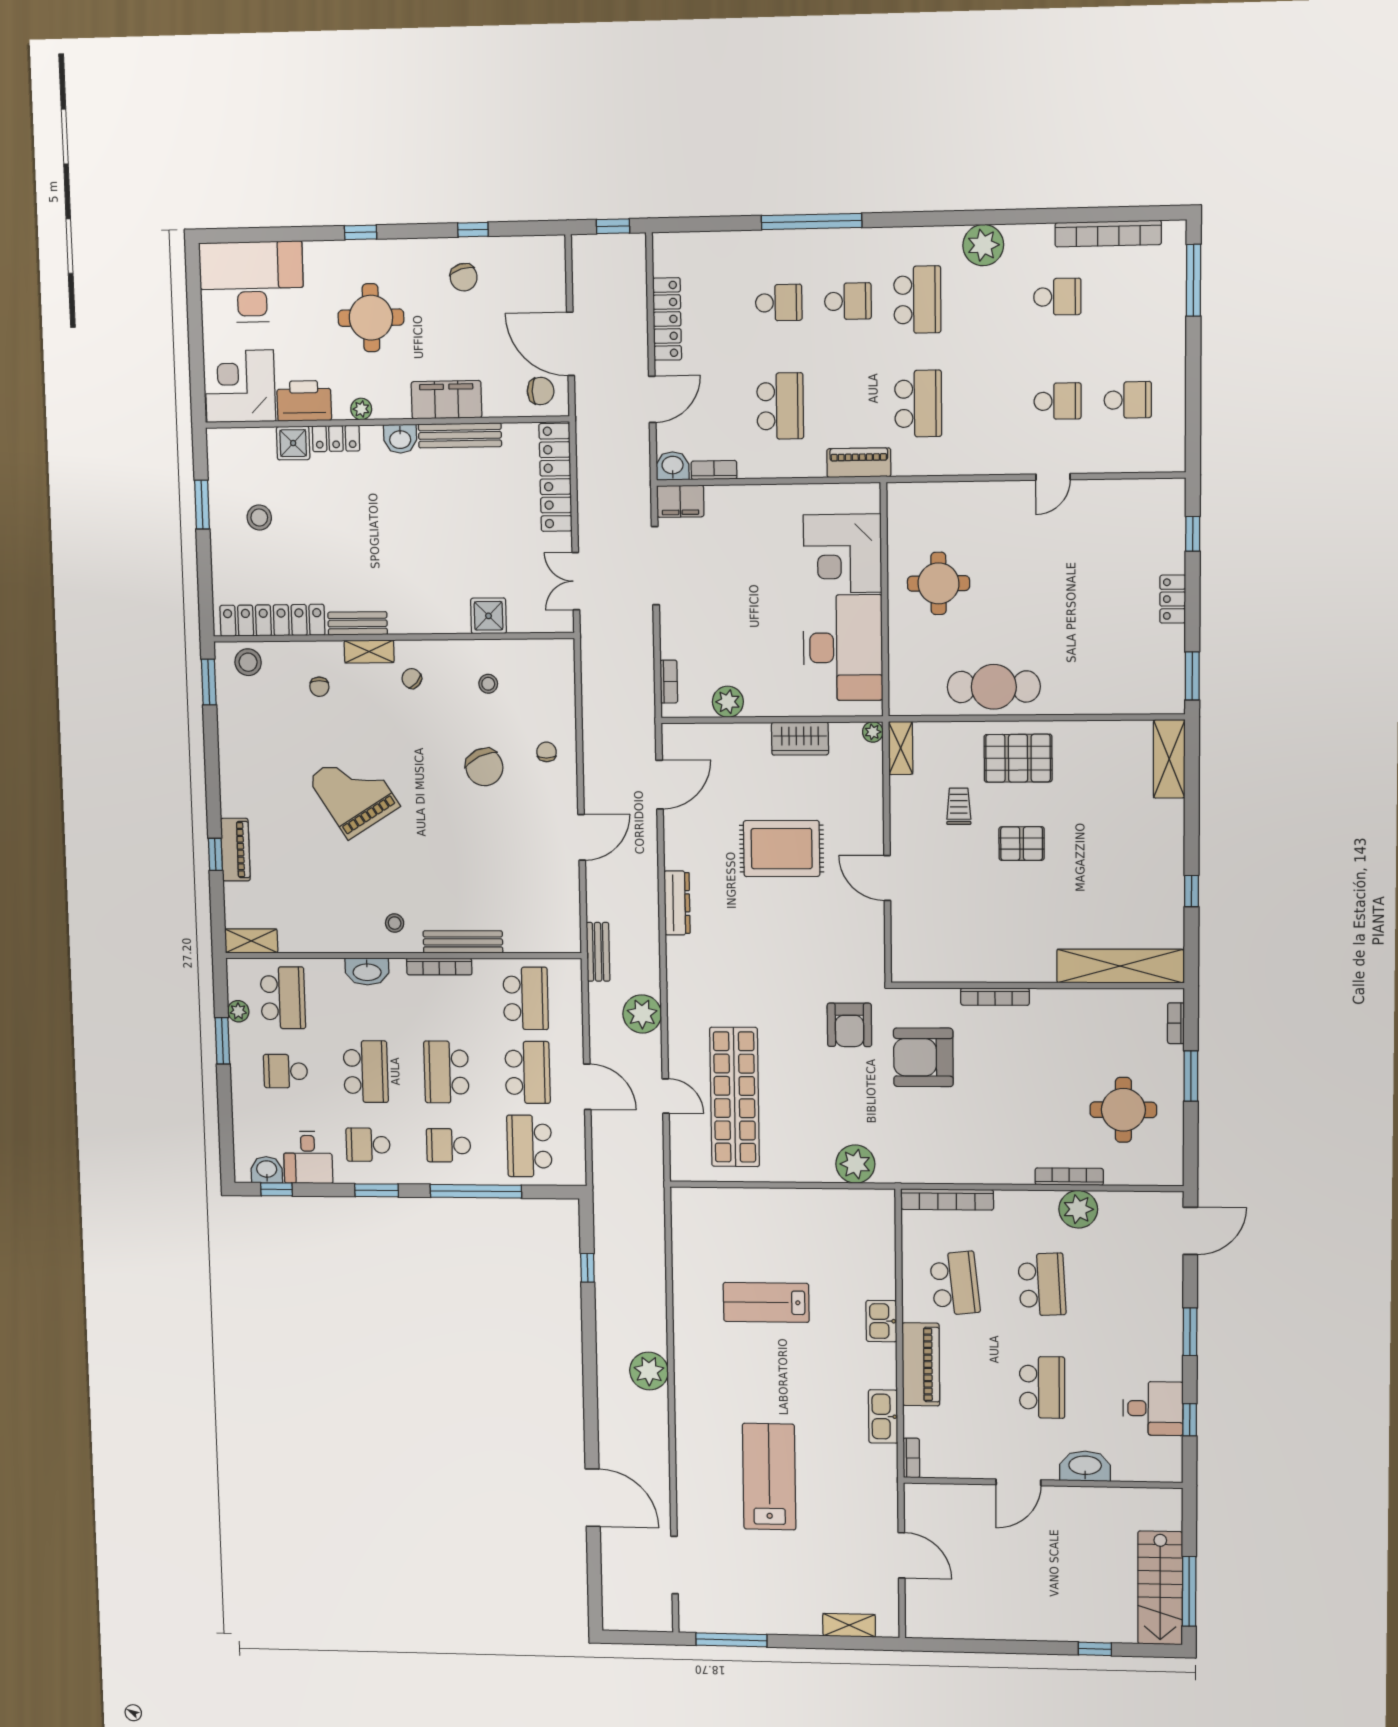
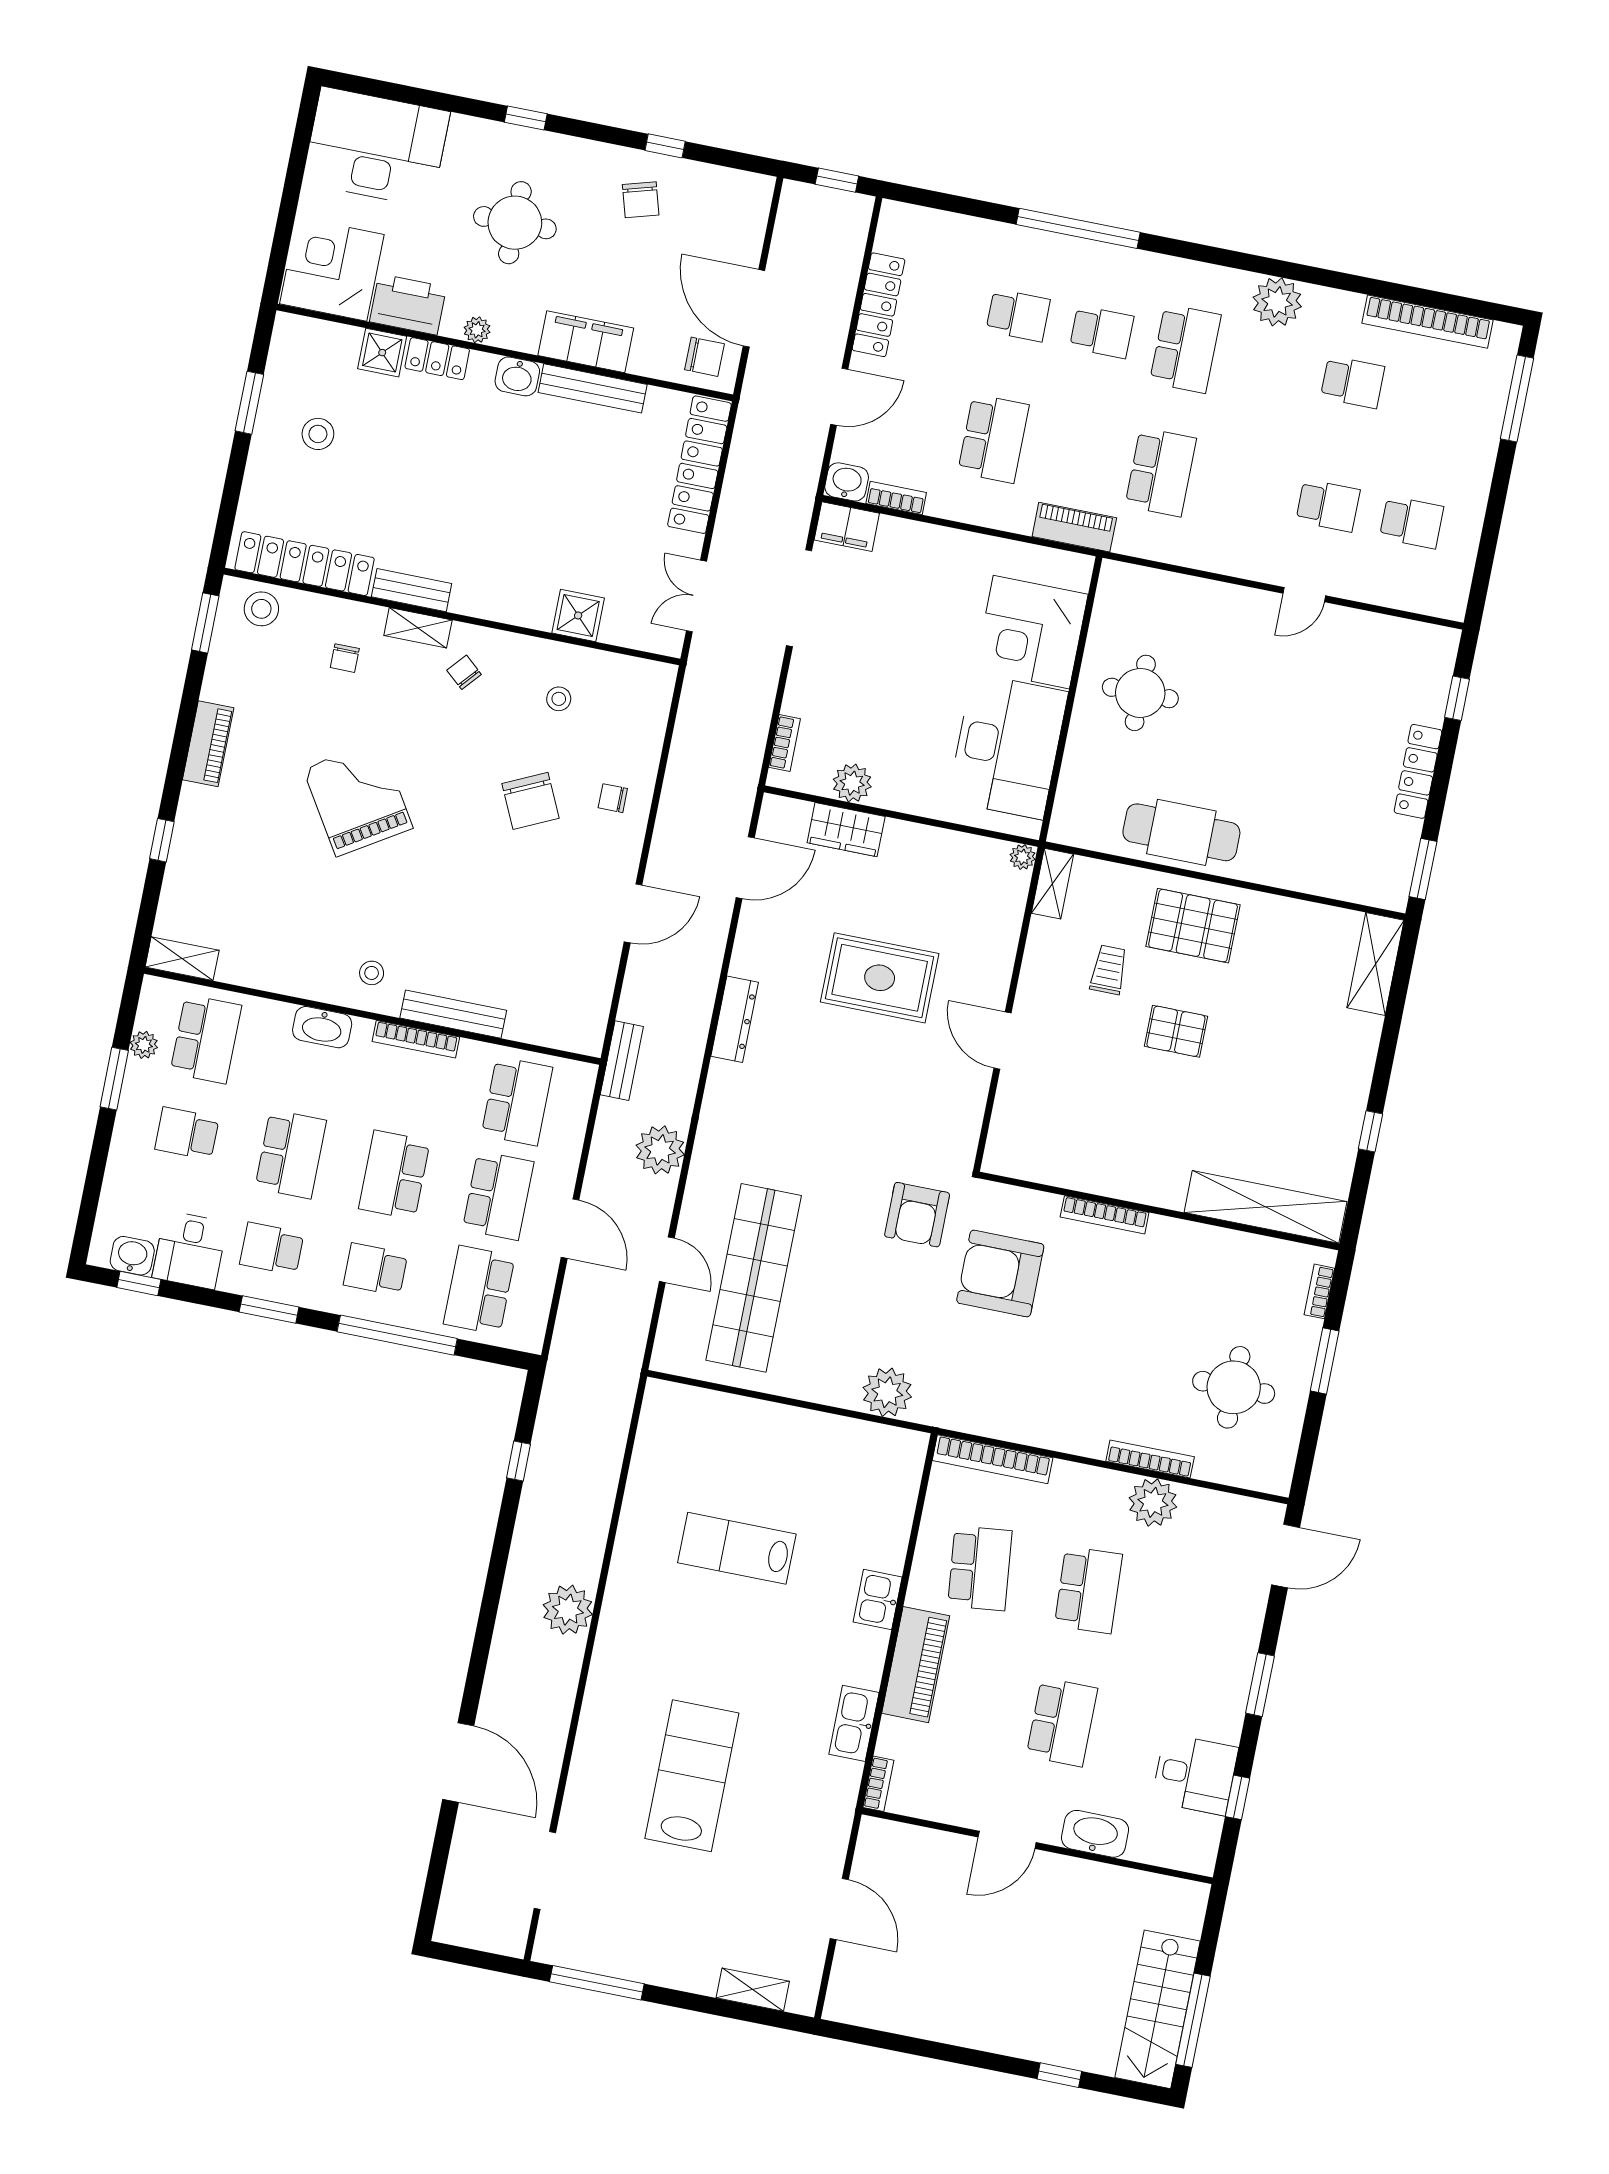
locker: (1173, 599) -> (1418, 771), width x1.53
wardrobe: (800, 739) -> (846, 830), moved
chair: (547, 752) -> (613, 798), turned -90
piano: (235, 850) -> (208, 744), moved

